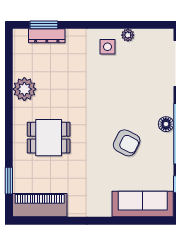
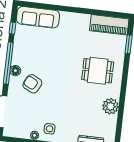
armchair: (127, 143) -> (32, 84), moved

